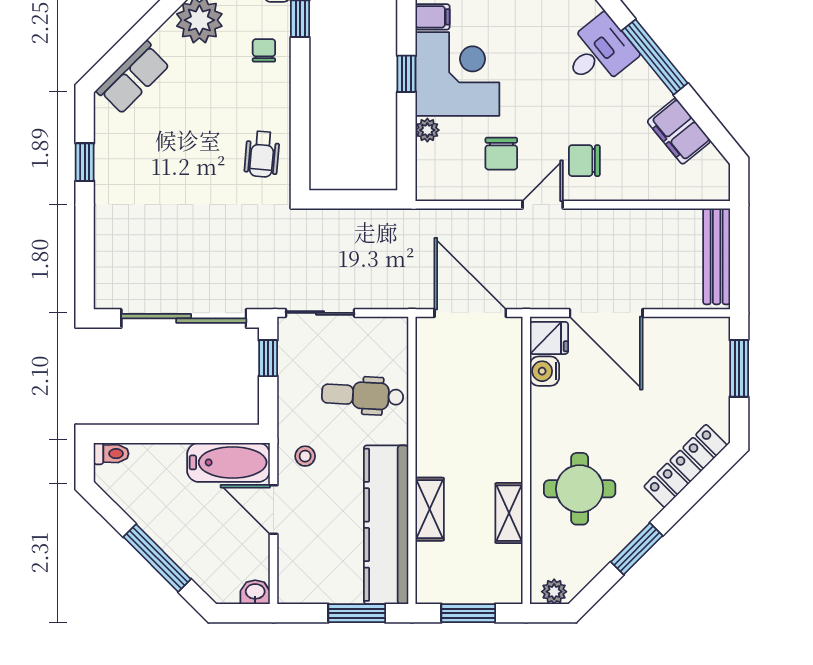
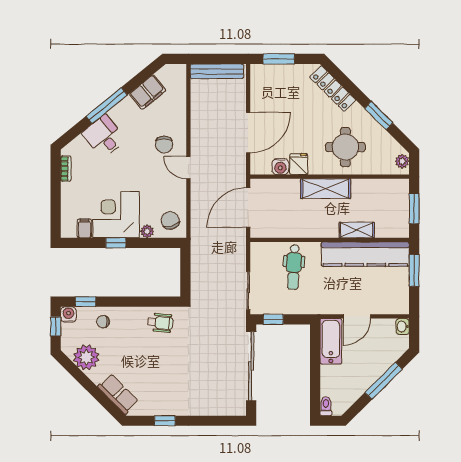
chair: (501, 154) -> (170, 220), moved, turned -107
fridge: (549, 338) -> (299, 164), moved
stool: (305, 456) -> (327, 299), removed
shelving: (509, 513) -> (326, 189), moved, width x1.50, depth x1.33

